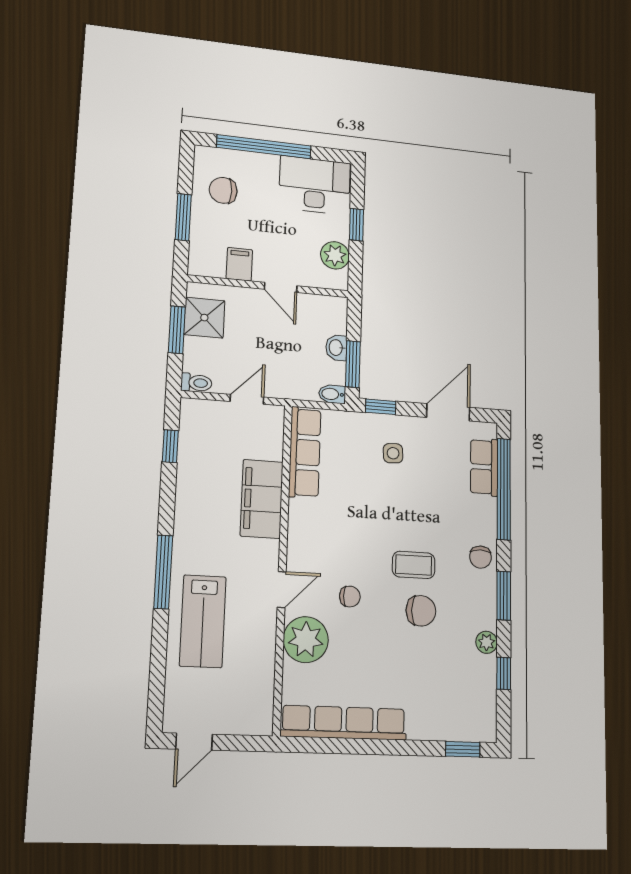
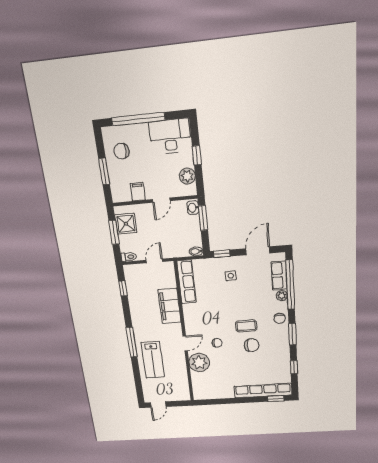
door: (281, 287) -> (161, 200), hinge flipped
washbasin: (336, 348) -> (193, 208), moved
window: (353, 364) -> (203, 218), moved
plant: (487, 642) -> (282, 296), moved
row of seats: (344, 723) -> (263, 391), moved

